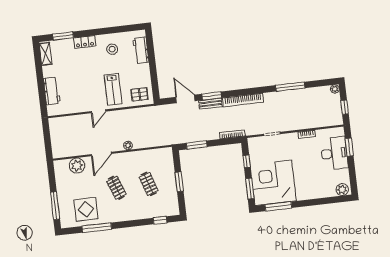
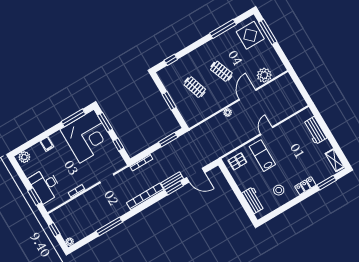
filing cabinet: (315, 192) -> (47, 144), added
display table: (86, 209) -> (250, 35), moved

